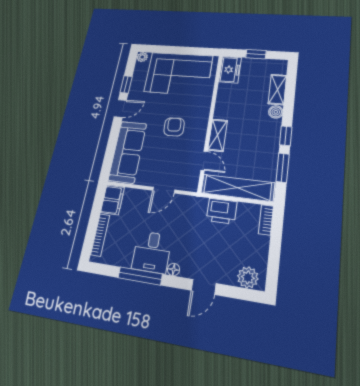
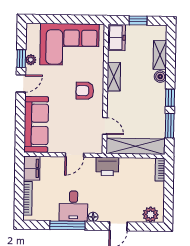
plant: (142, 57) -> (31, 60), moved
armchair: (174, 127) -> (85, 91), moved, turned -87
shelving: (218, 135) -> (114, 77), moved
printer: (222, 211) -> (107, 166), moved

